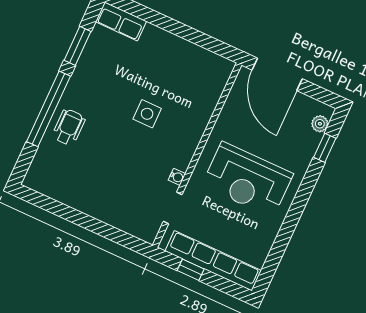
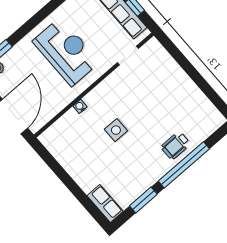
water cooler: (177, 177) -> (80, 106), moved

